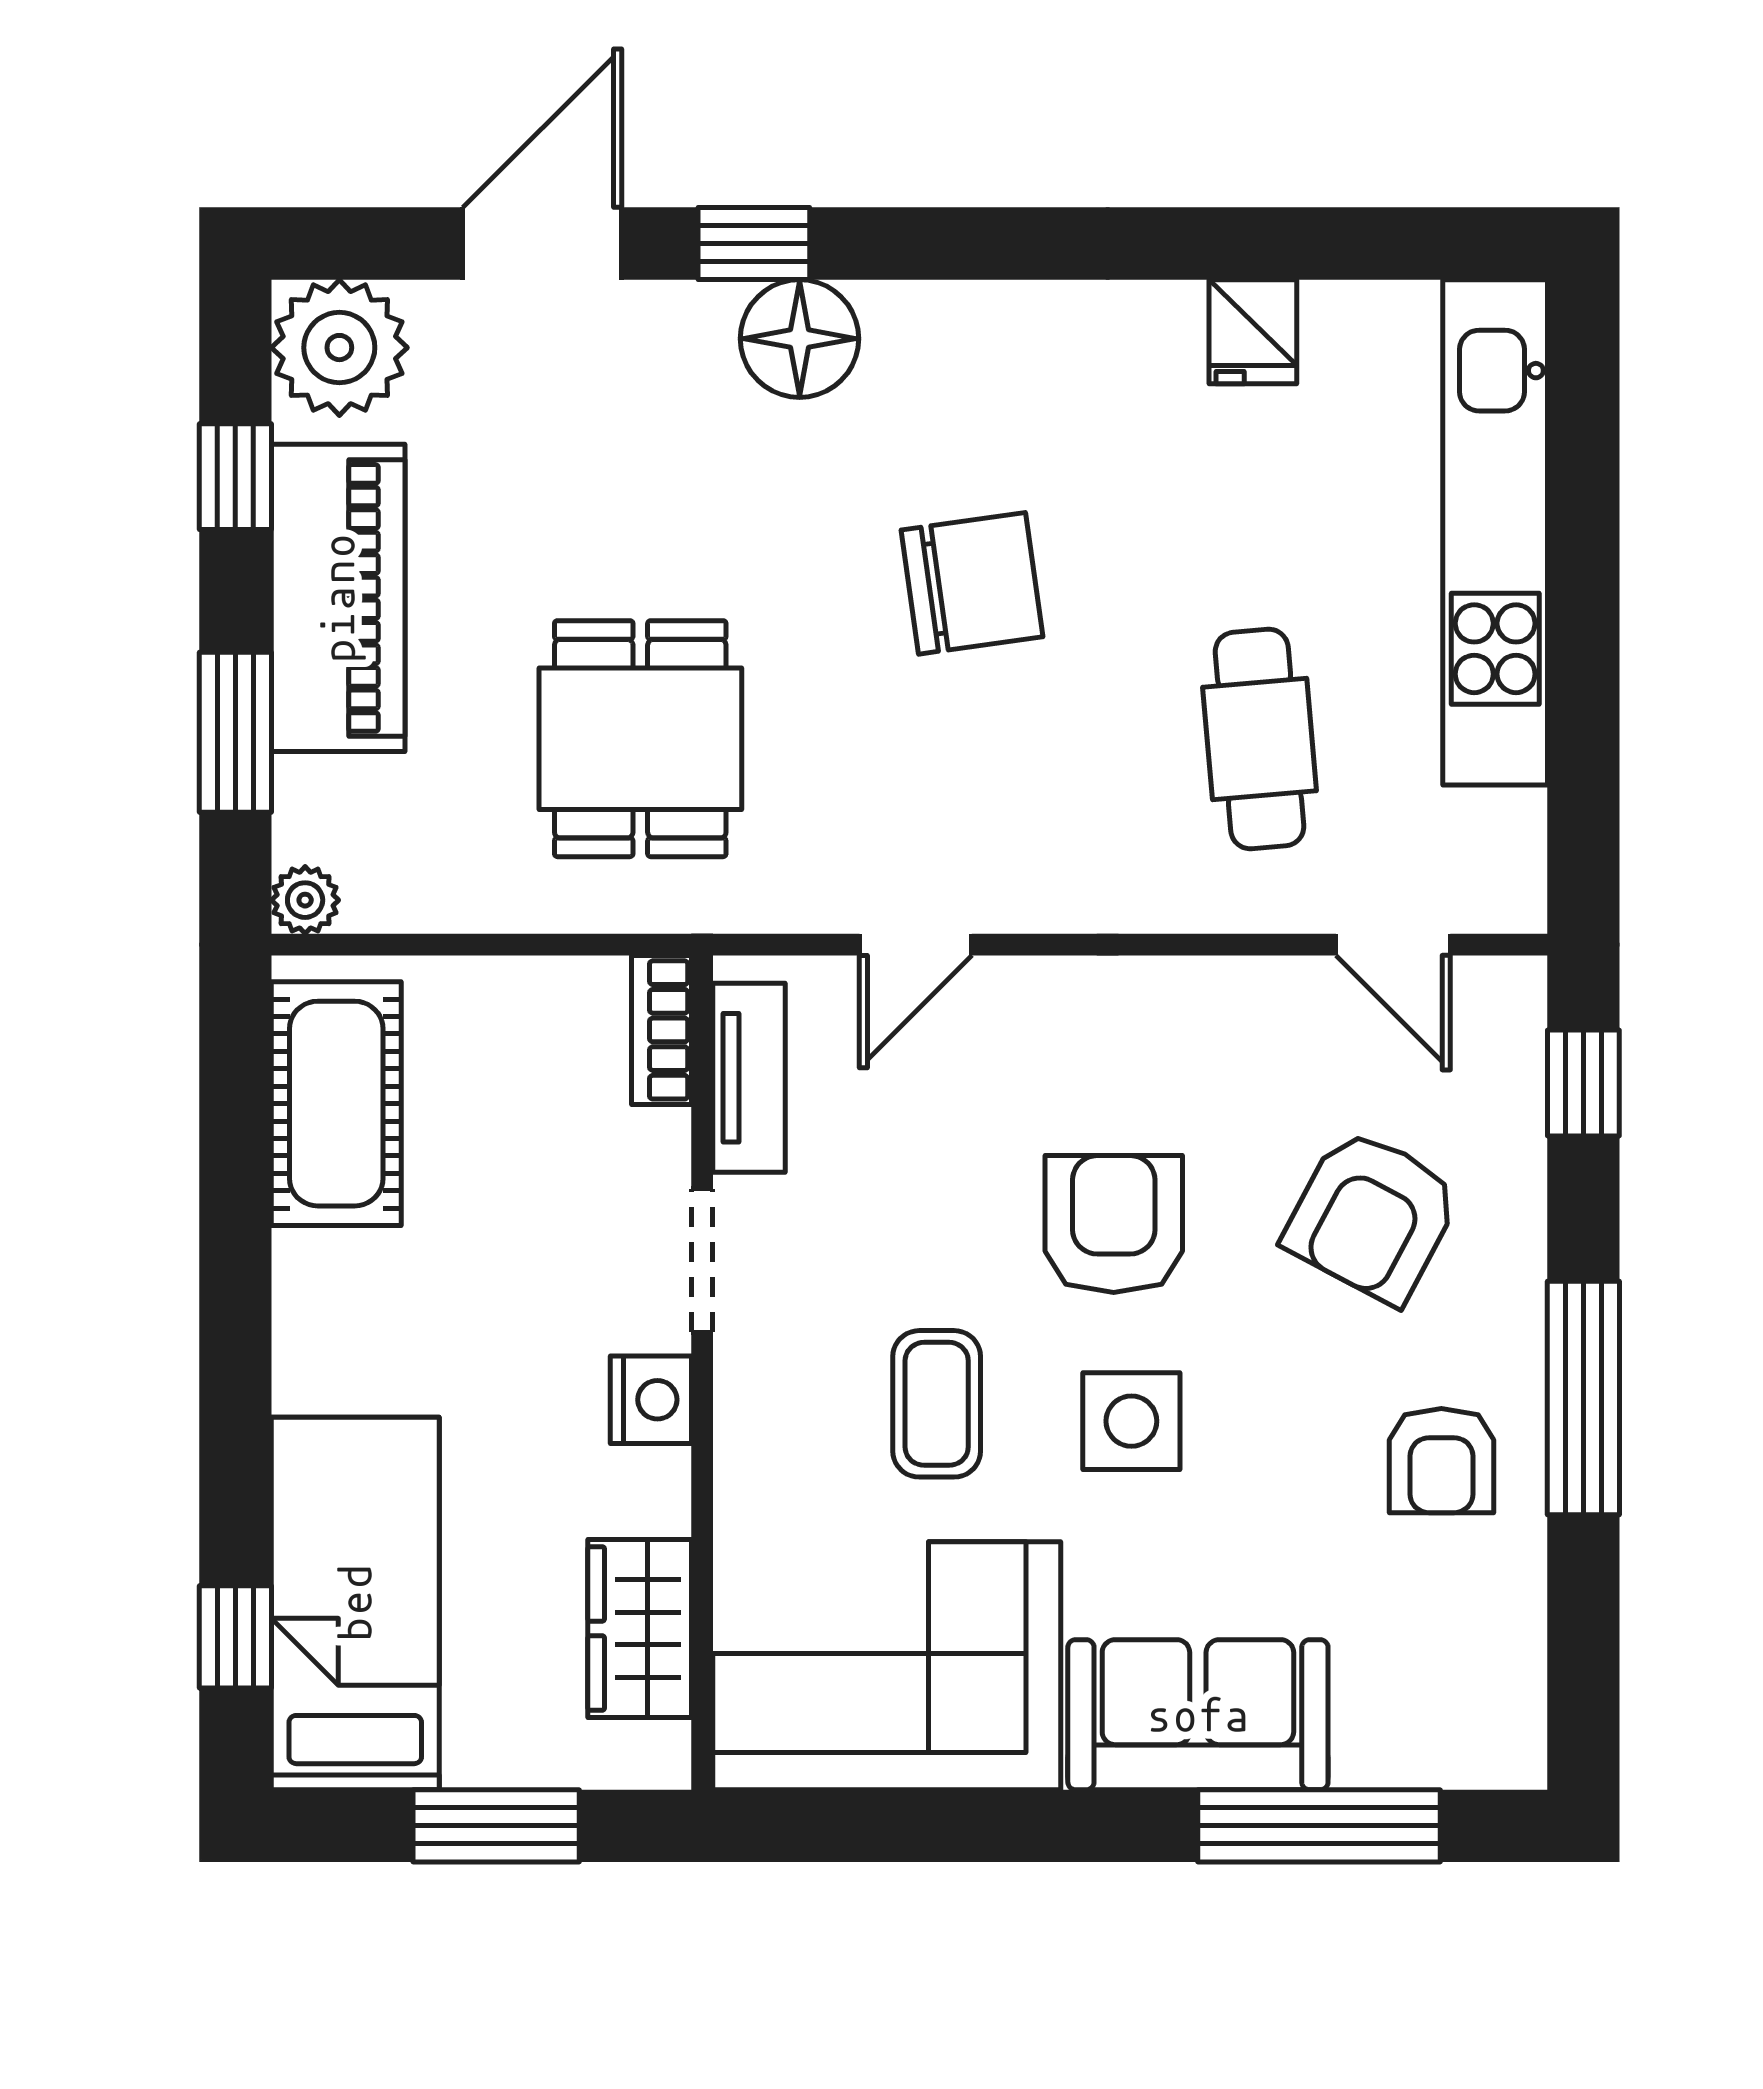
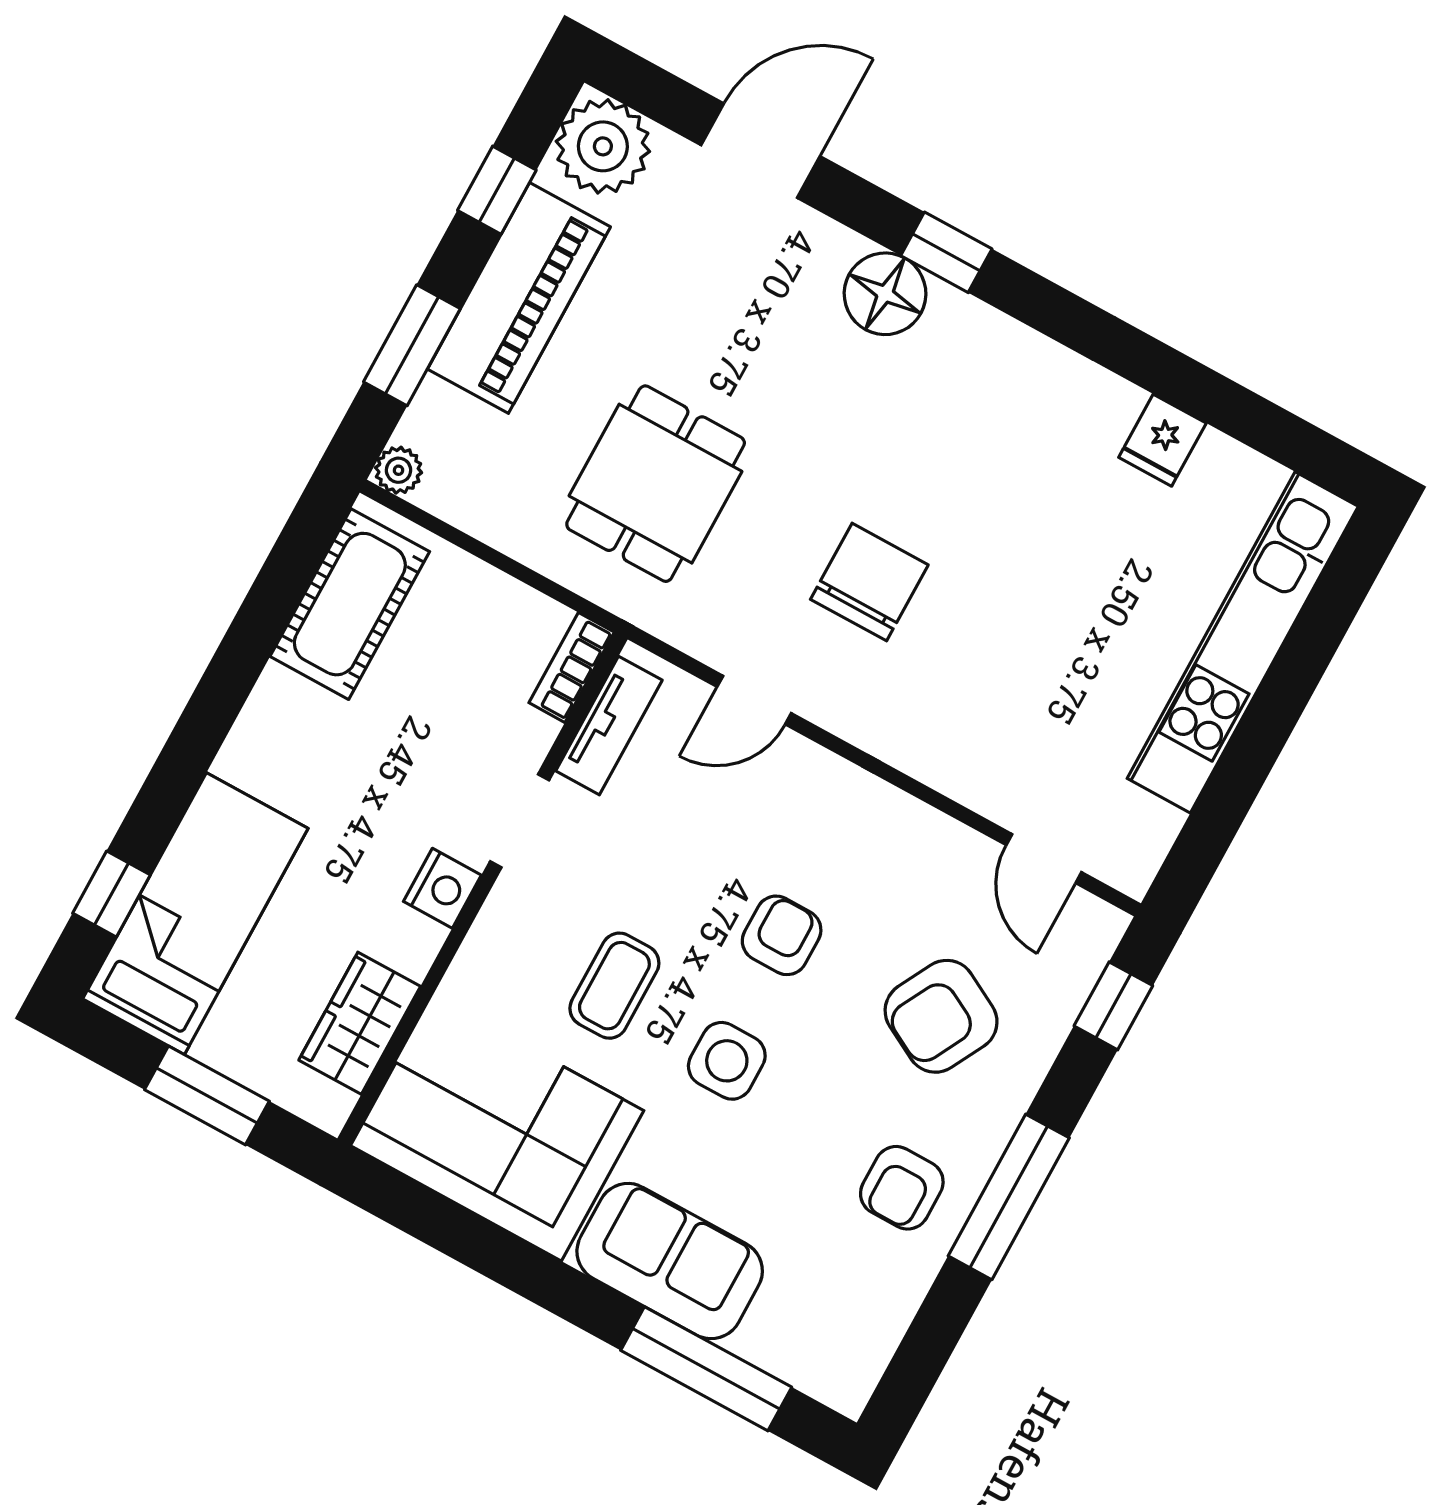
window: (754, 243) -> (946, 252), moved
chair: (972, 583) -> (869, 582), moved, turned -82
cafe table: (1260, 739) -> (1031, 690), removed
armchair: (1114, 1224) -> (782, 935), width x0.72, depth x0.72

